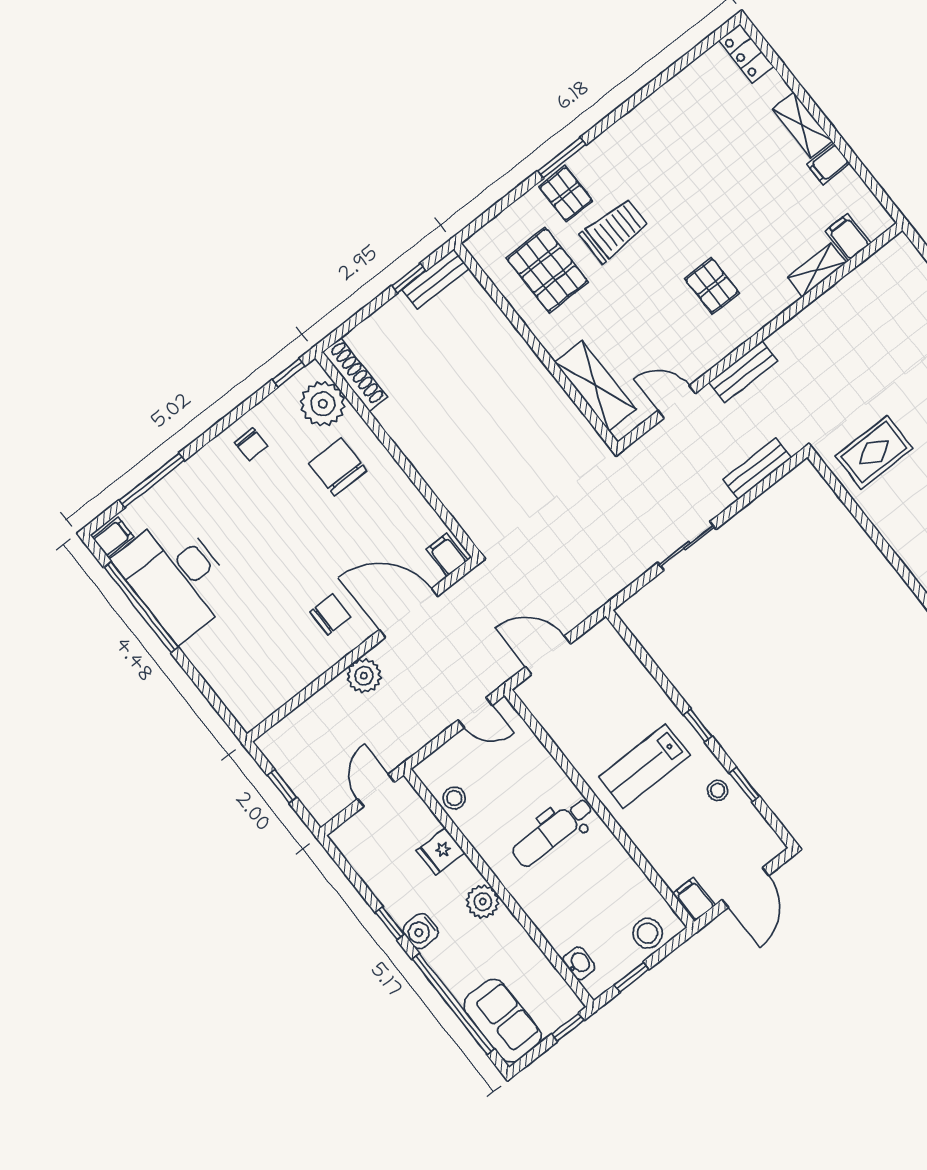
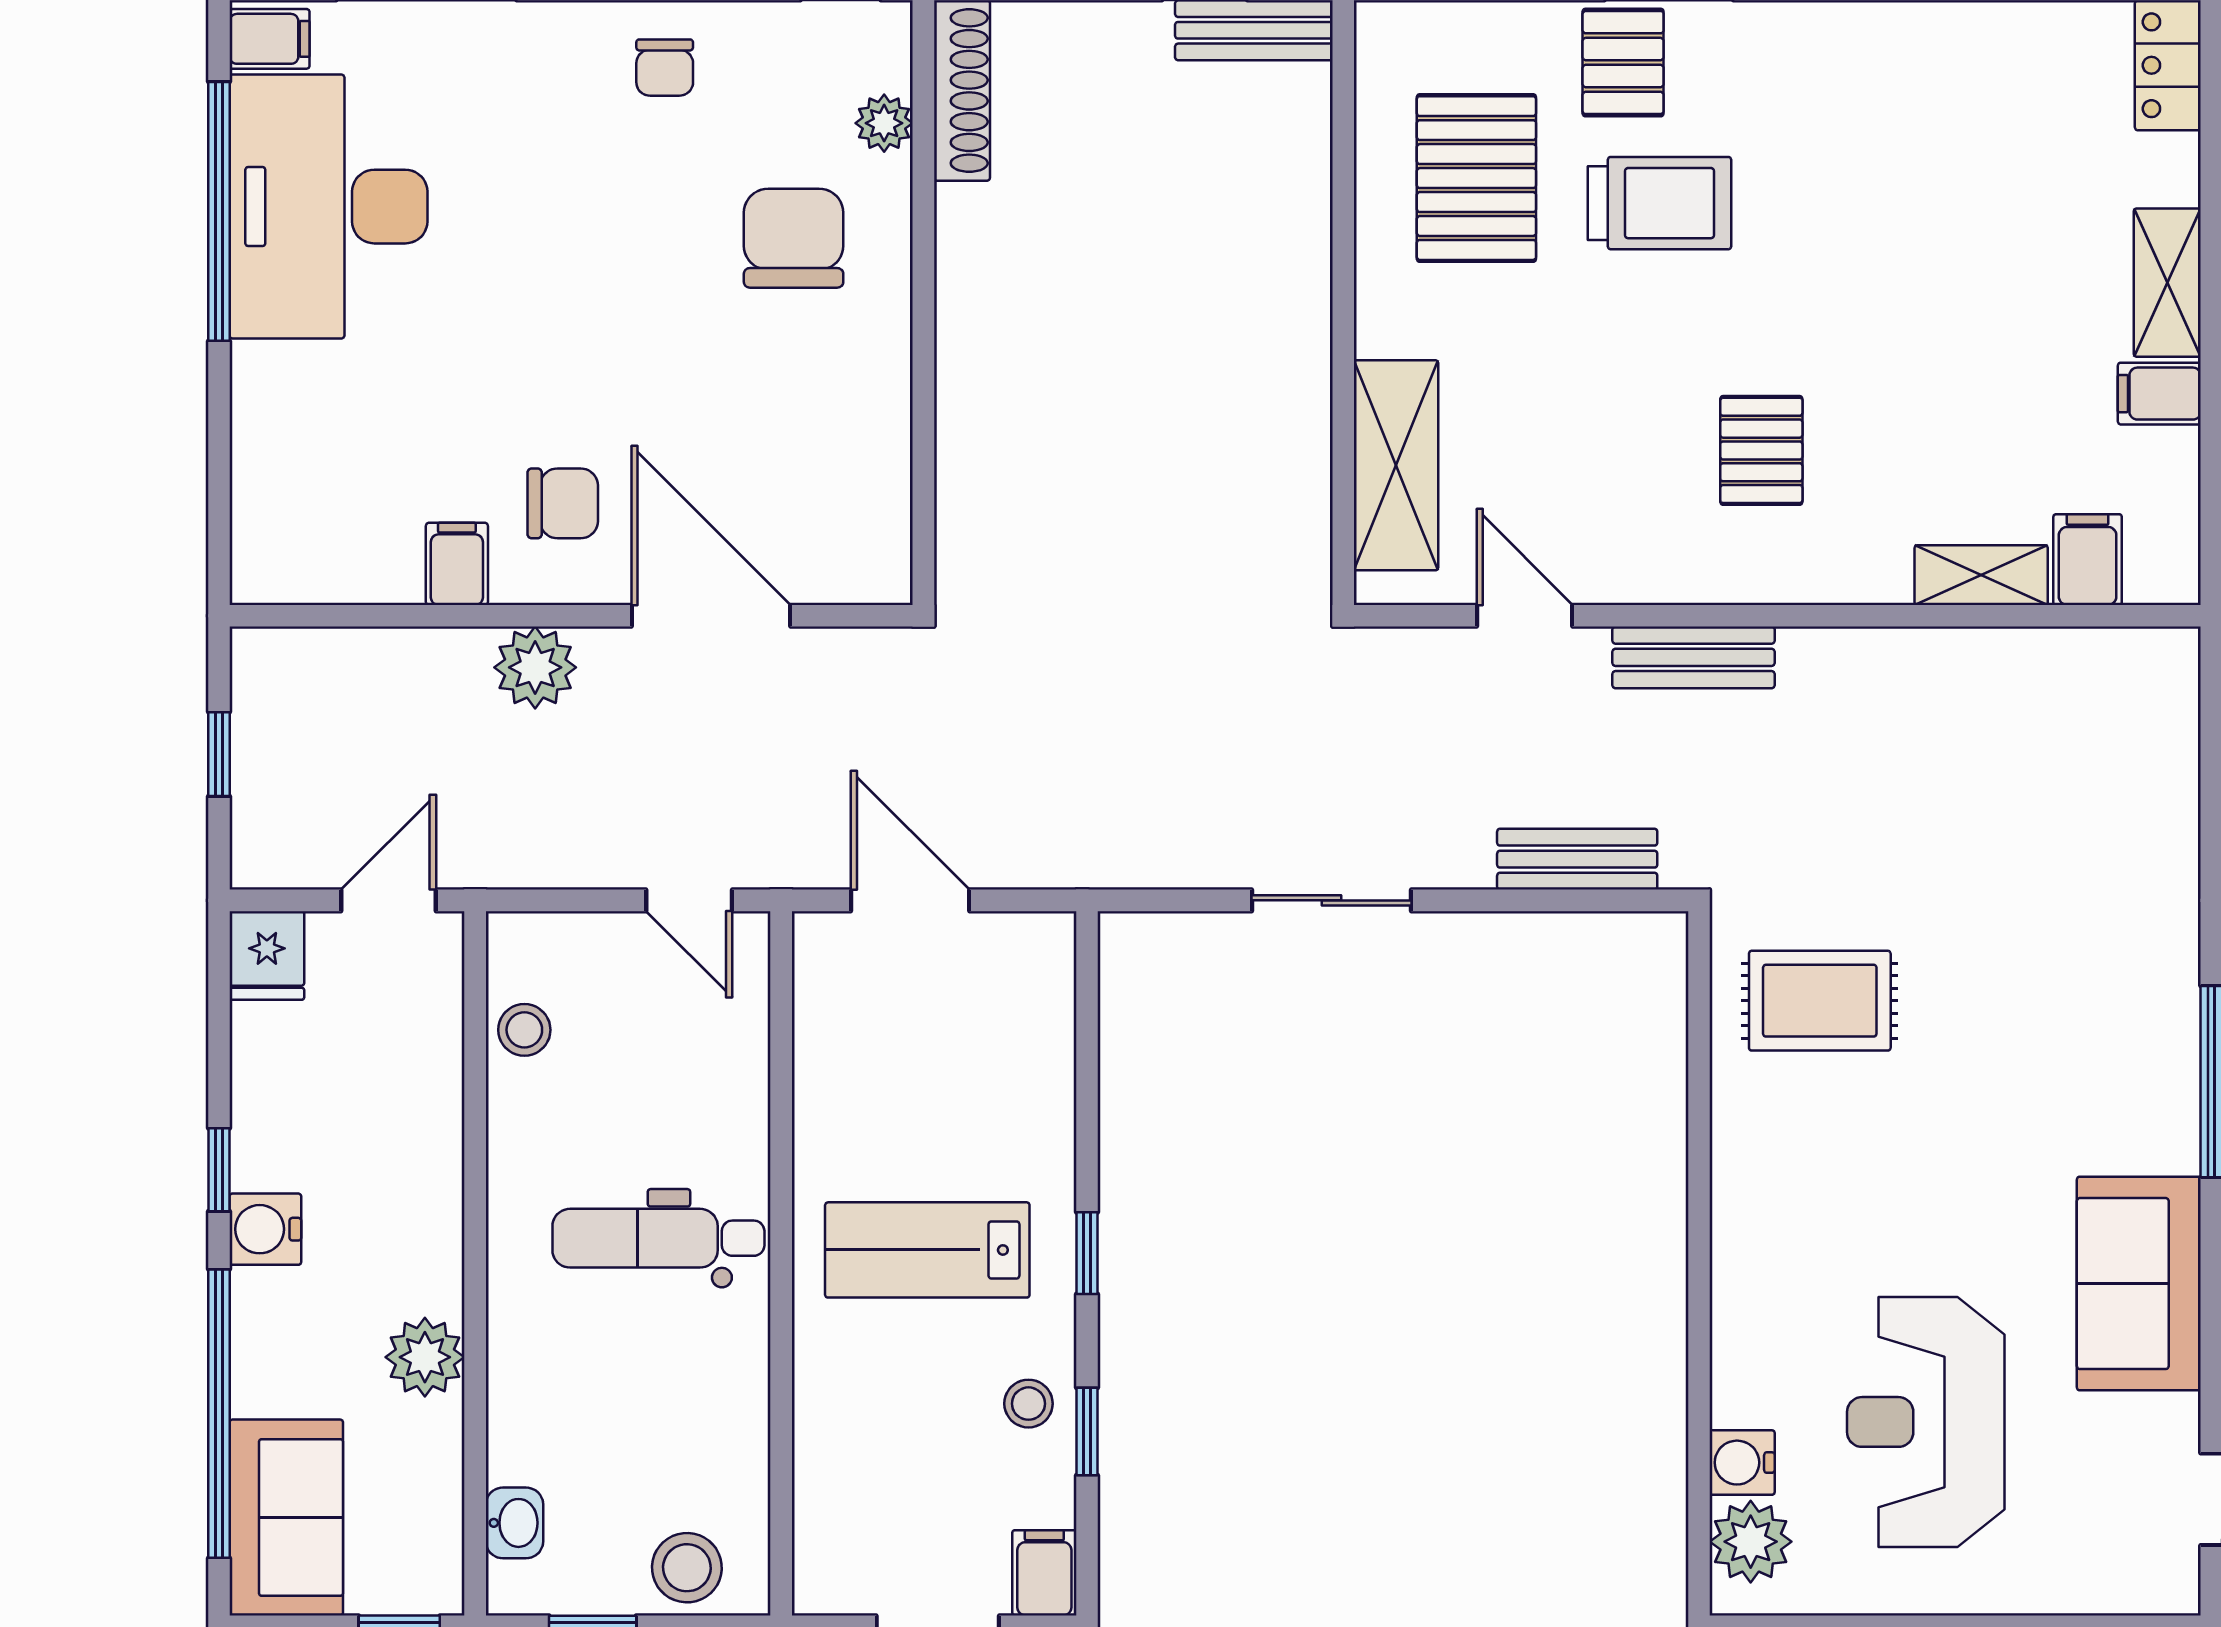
plant: (323, 404) -> (884, 123), width x0.53, depth x0.53
filing cabinet: (447, 555) -> (457, 564), moved
fridge: (441, 851) -> (267, 956), moved, turned -90
filing cabinet: (694, 899) -> (1044, 1573), moved
plant: (483, 902) -> (425, 1357), moved

